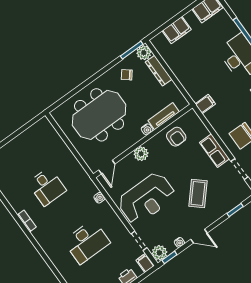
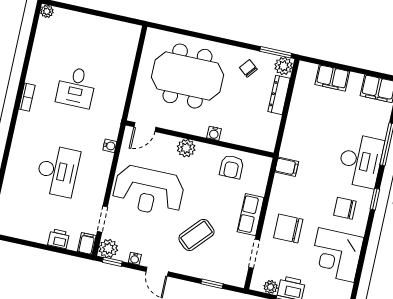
tv unit: (164, 116) -> (240, 138), removed
desk: (87, 242) -> (58, 171), turned -90

